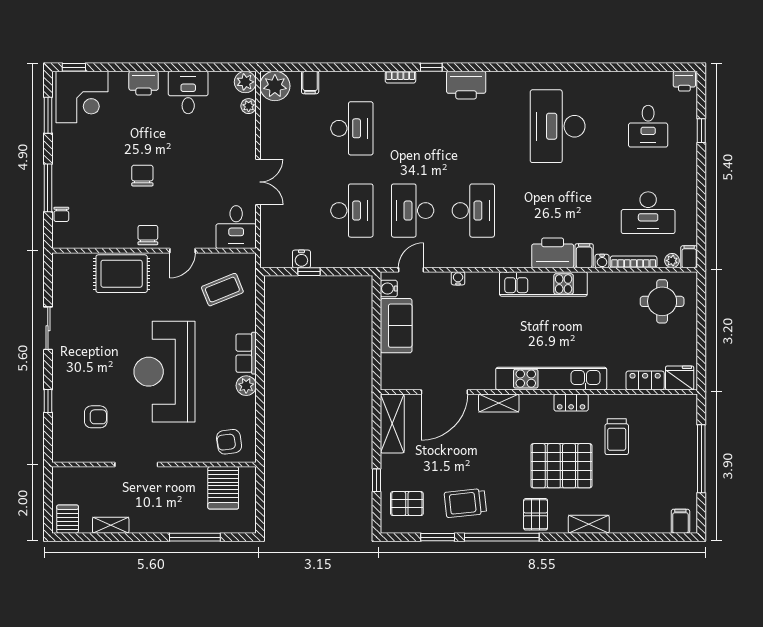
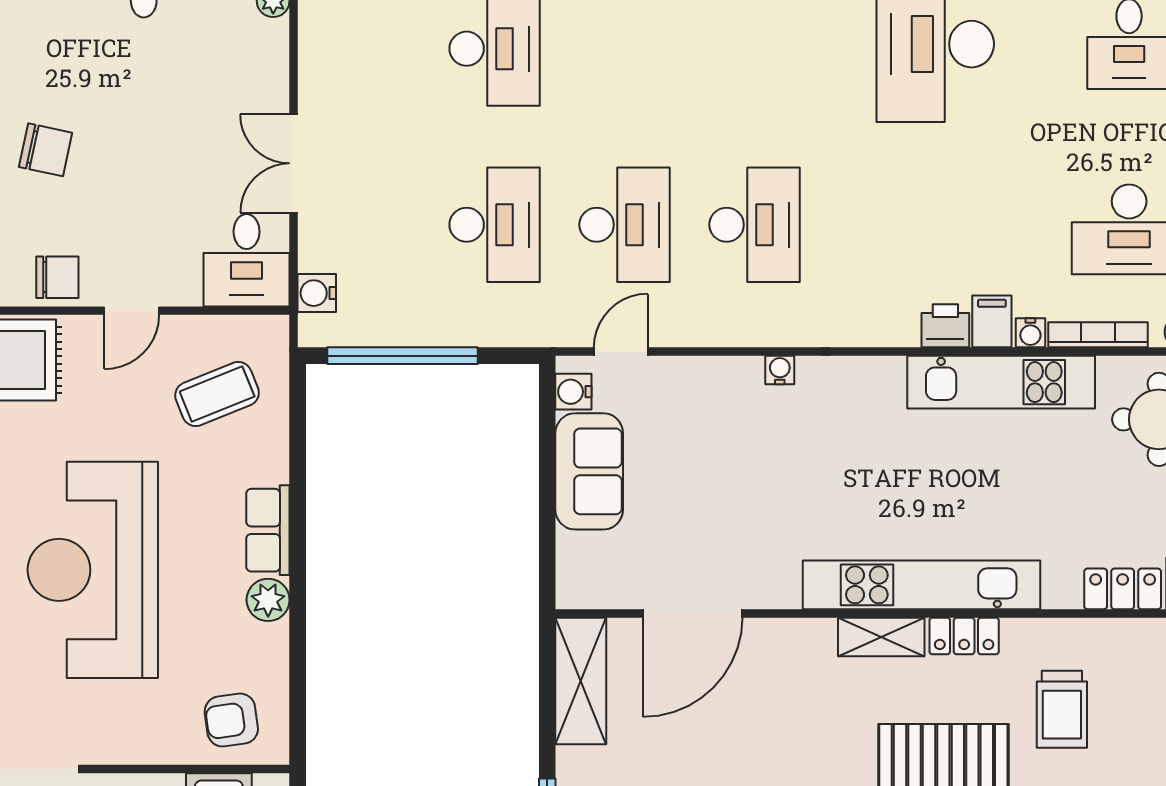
chair: (142, 176) -> (46, 150), turned 102
double door: (258, 182) -> (294, 163), swing flipped
desk: (413, 211) -> (625, 225), turned 180
chair: (148, 235) -> (57, 277), turned 90
printer: (553, 253) -> (945, 326), width x0.53, depth x0.68
water cooler: (301, 259) -> (317, 293), moved, turned 90
window: (309, 272) -> (403, 356), width x3.17
water cooler: (458, 278) -> (780, 370), moved
kitchen unit: (543, 284) -> (1001, 382), moved
shelving: (499, 403) -> (881, 637), moved

